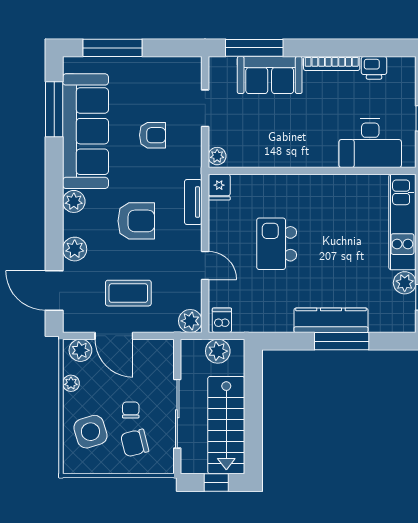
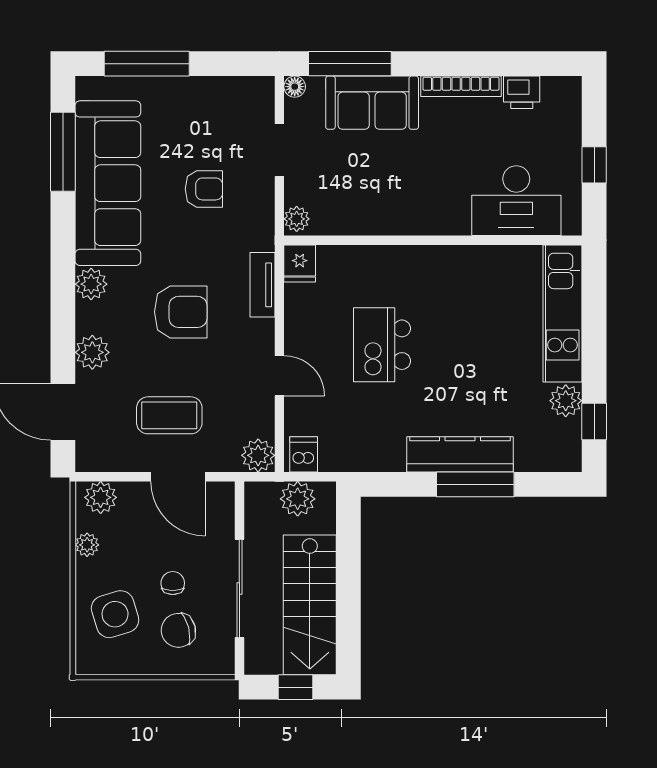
floor lamp: (216, 64) -> (295, 87), added
door: (114, 336) -> (178, 477), moved

